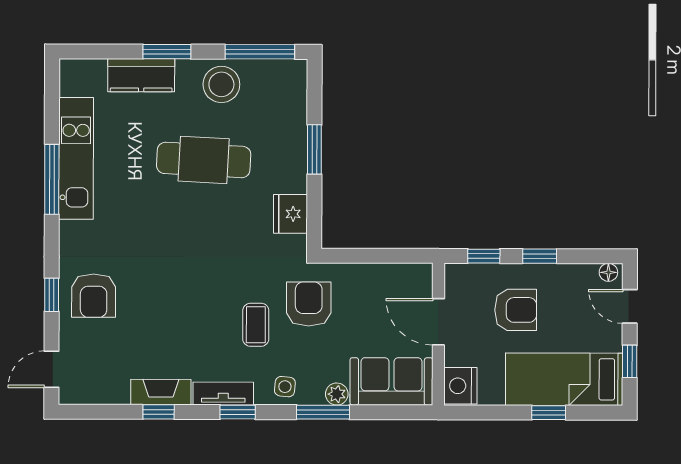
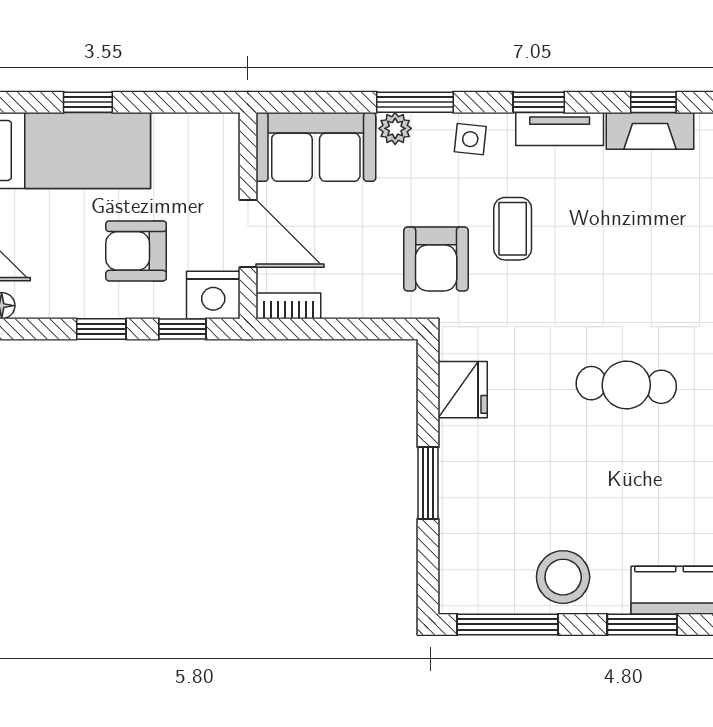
cafe table: (204, 160) -> (626, 385), moved, width x0.73, depth x0.74
bookcase: (411, 272) -> (288, 306), added
nightstand: (460, 386) -> (213, 295), moved, turned 90

